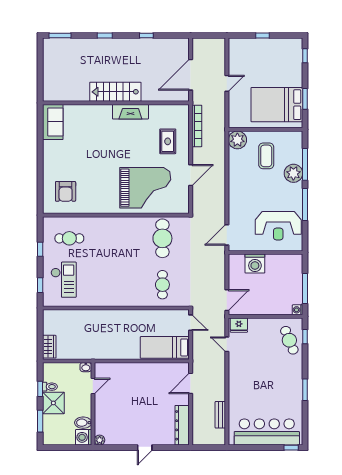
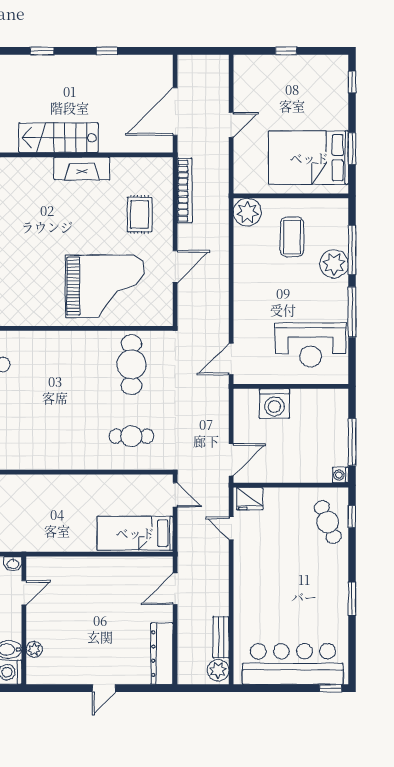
cafe table: (162, 285) -> (131, 436), turned 90
plant: (218, 436) -> (218, 670), added
plant: (100, 440) -> (34, 649), moved

